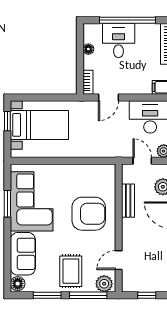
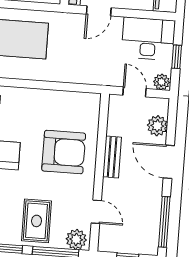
bench: (128, 201) -> (112, 157), moved
door: (119, 260) -> (96, 212), swing flipped

